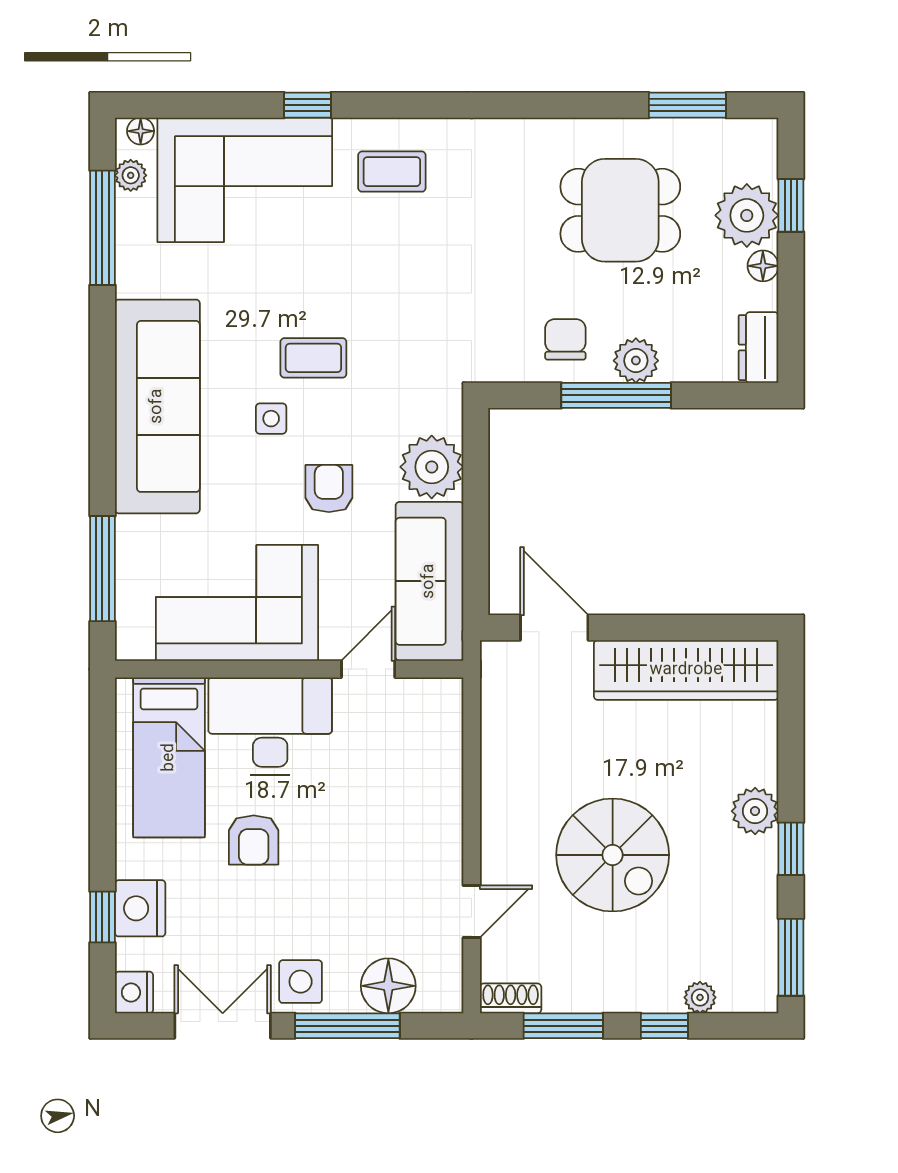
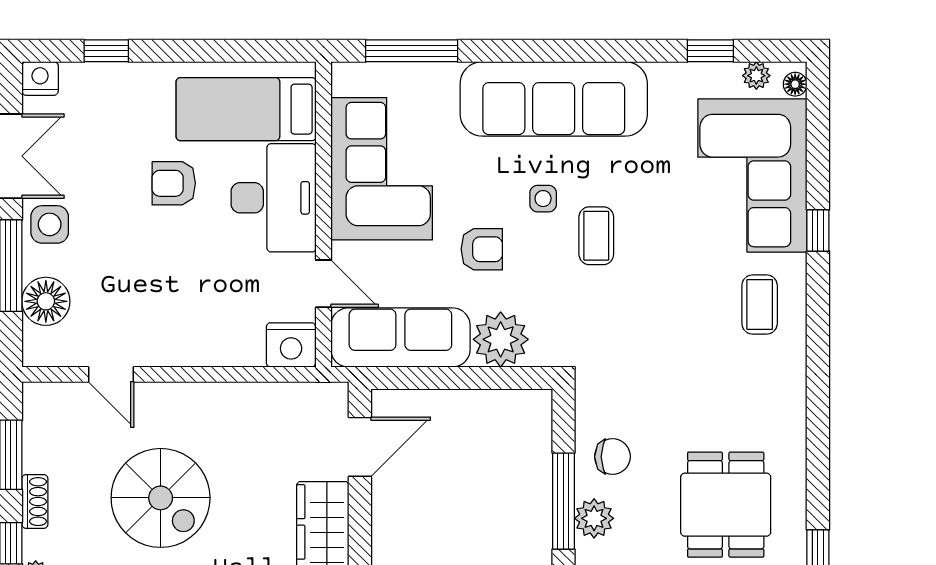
window: (102, 228) -> (710, 51), width x0.46
spiral stairs: (613, 855) -> (161, 498), turned -90
nightstand: (140, 908) -> (291, 345), moved, turned 180
shoe rack: (511, 998) -> (35, 502), moved

